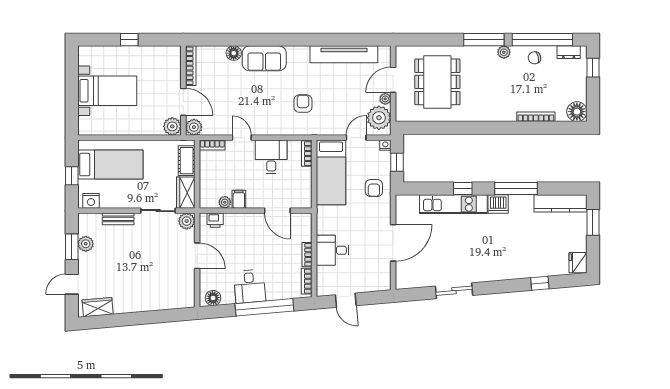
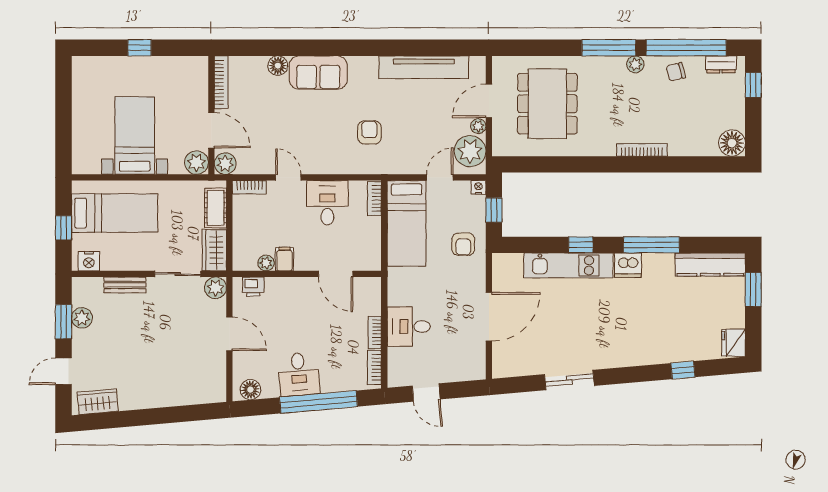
bed with nightstands: (107, 91) -> (135, 136), moved, turned -90
bookcase: (536, 117) -> (642, 150), moved

